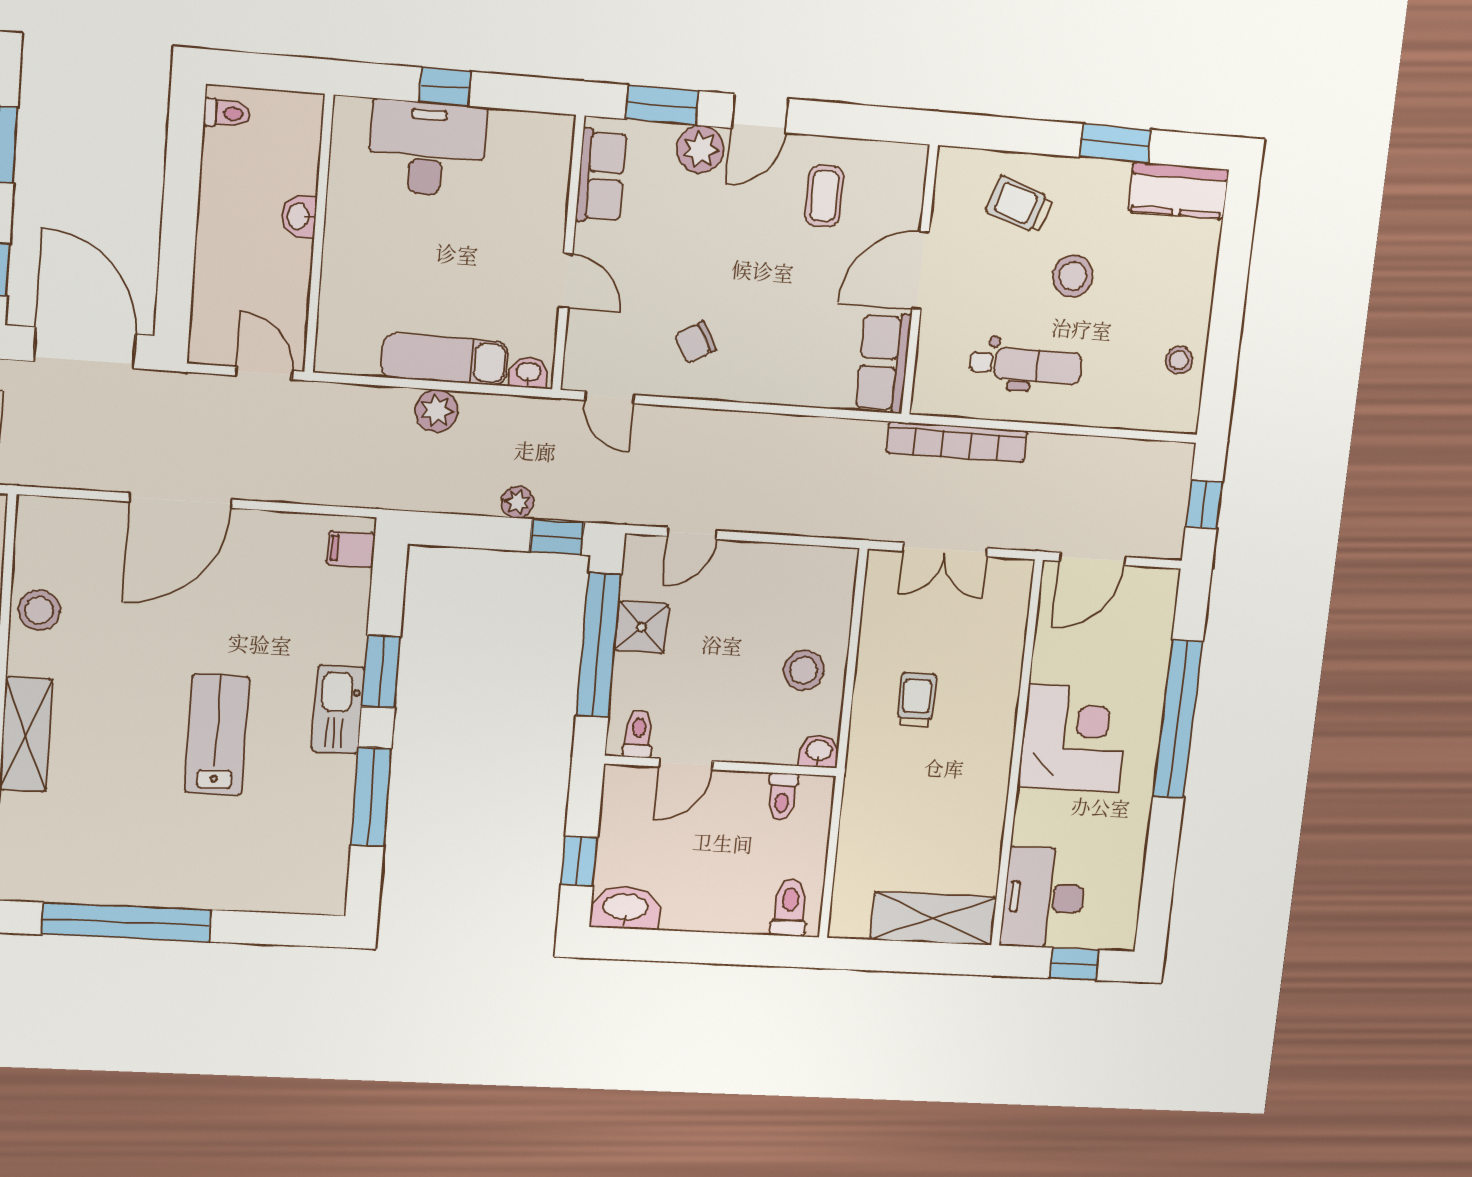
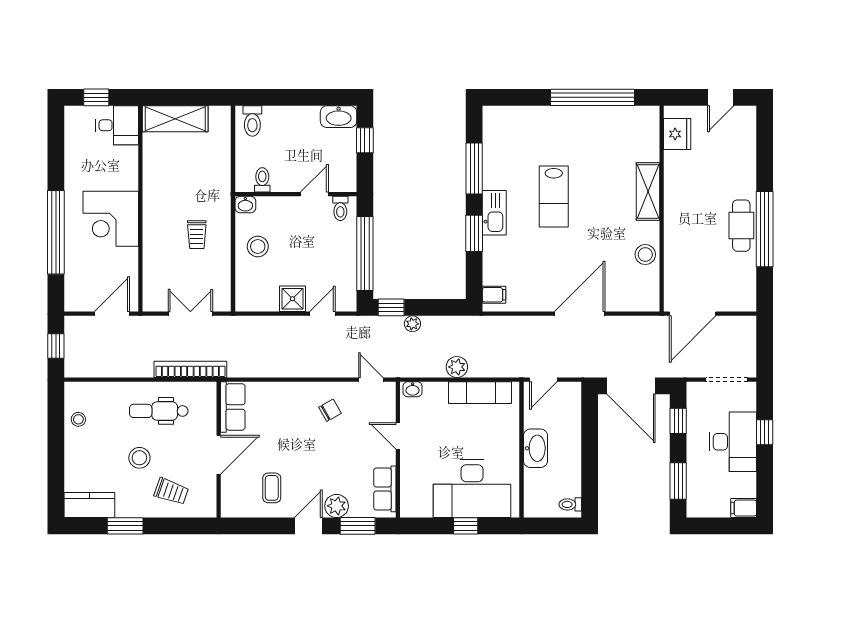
desk: (427, 148) -> (472, 489), width x1.36, depth x1.30
washbasin: (299, 216) -> (536, 448), width x1.91, depth x1.45
exam couch: (445, 360) -> (480, 393), moved
door: (264, 373) -> (543, 380), hinge flipped
shower: (642, 627) -> (293, 299), moved
desk: (1044, 898) -> (117, 125), width x0.73

